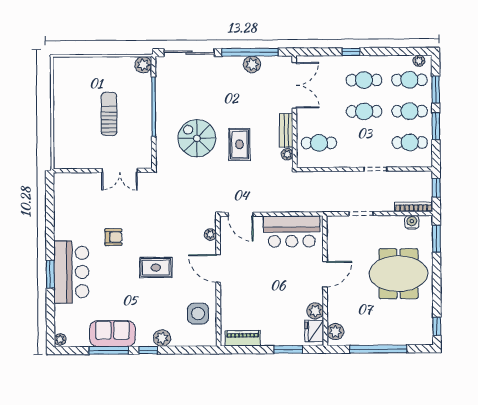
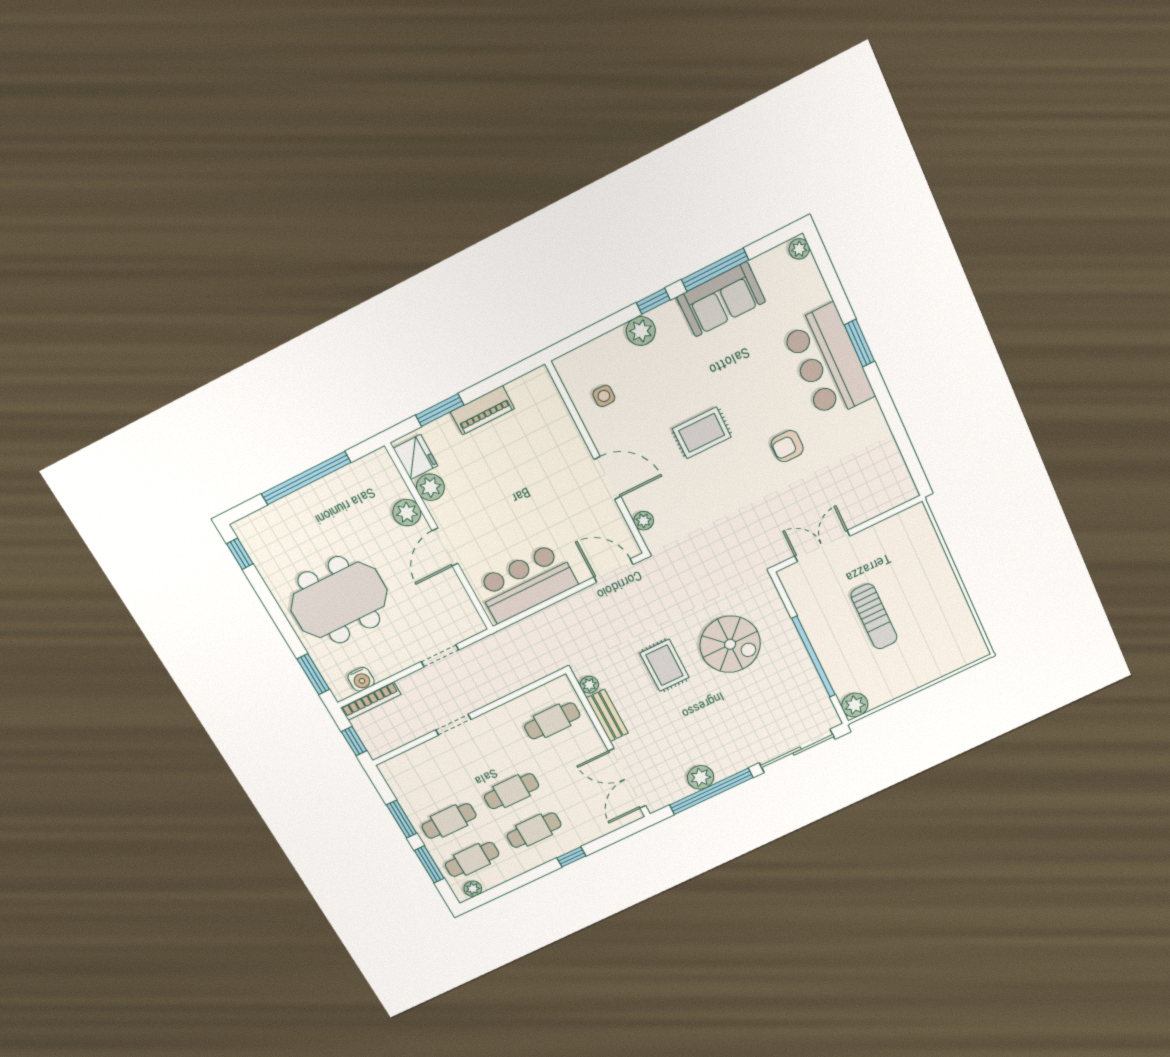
cafe table: (410, 142) -> (426, 782), removed
side table: (198, 314) -> (604, 396), width x0.54, depth x0.54
plant: (335, 332) -> (407, 513), moved
piano: (243, 338) -> (482, 410), moved

